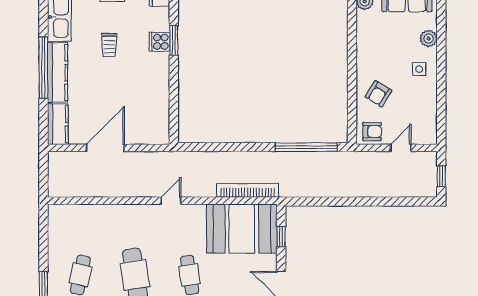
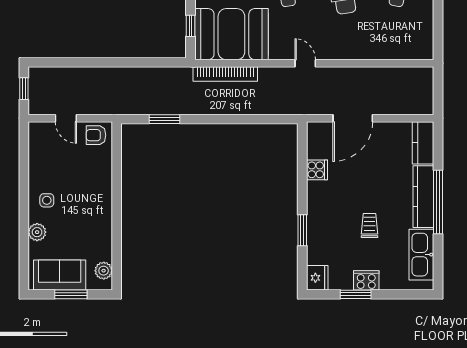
cooker: (160, 42) -> (317, 170), moved
armchair: (378, 94) -> (89, 175), removed
window: (306, 147) -> (164, 119), width x0.47
door: (105, 148) -> (353, 118), moved
door: (401, 148) -> (66, 118), hinge flipped
door: (171, 201) -> (305, 63), swing flipped

